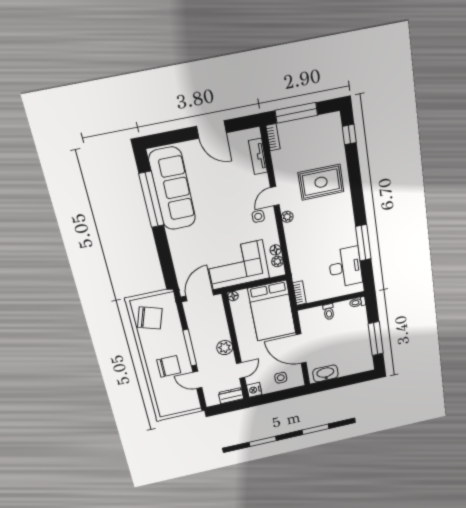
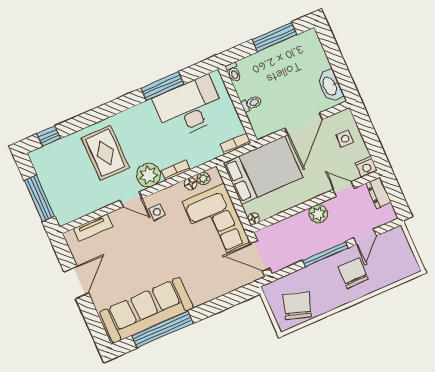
bookcase: (273, 137) -> (176, 170), moved
plant: (287, 217) -> (148, 175), width x1.87, depth x1.87
desk: (345, 267) -> (189, 107), width x1.36, depth x1.30

